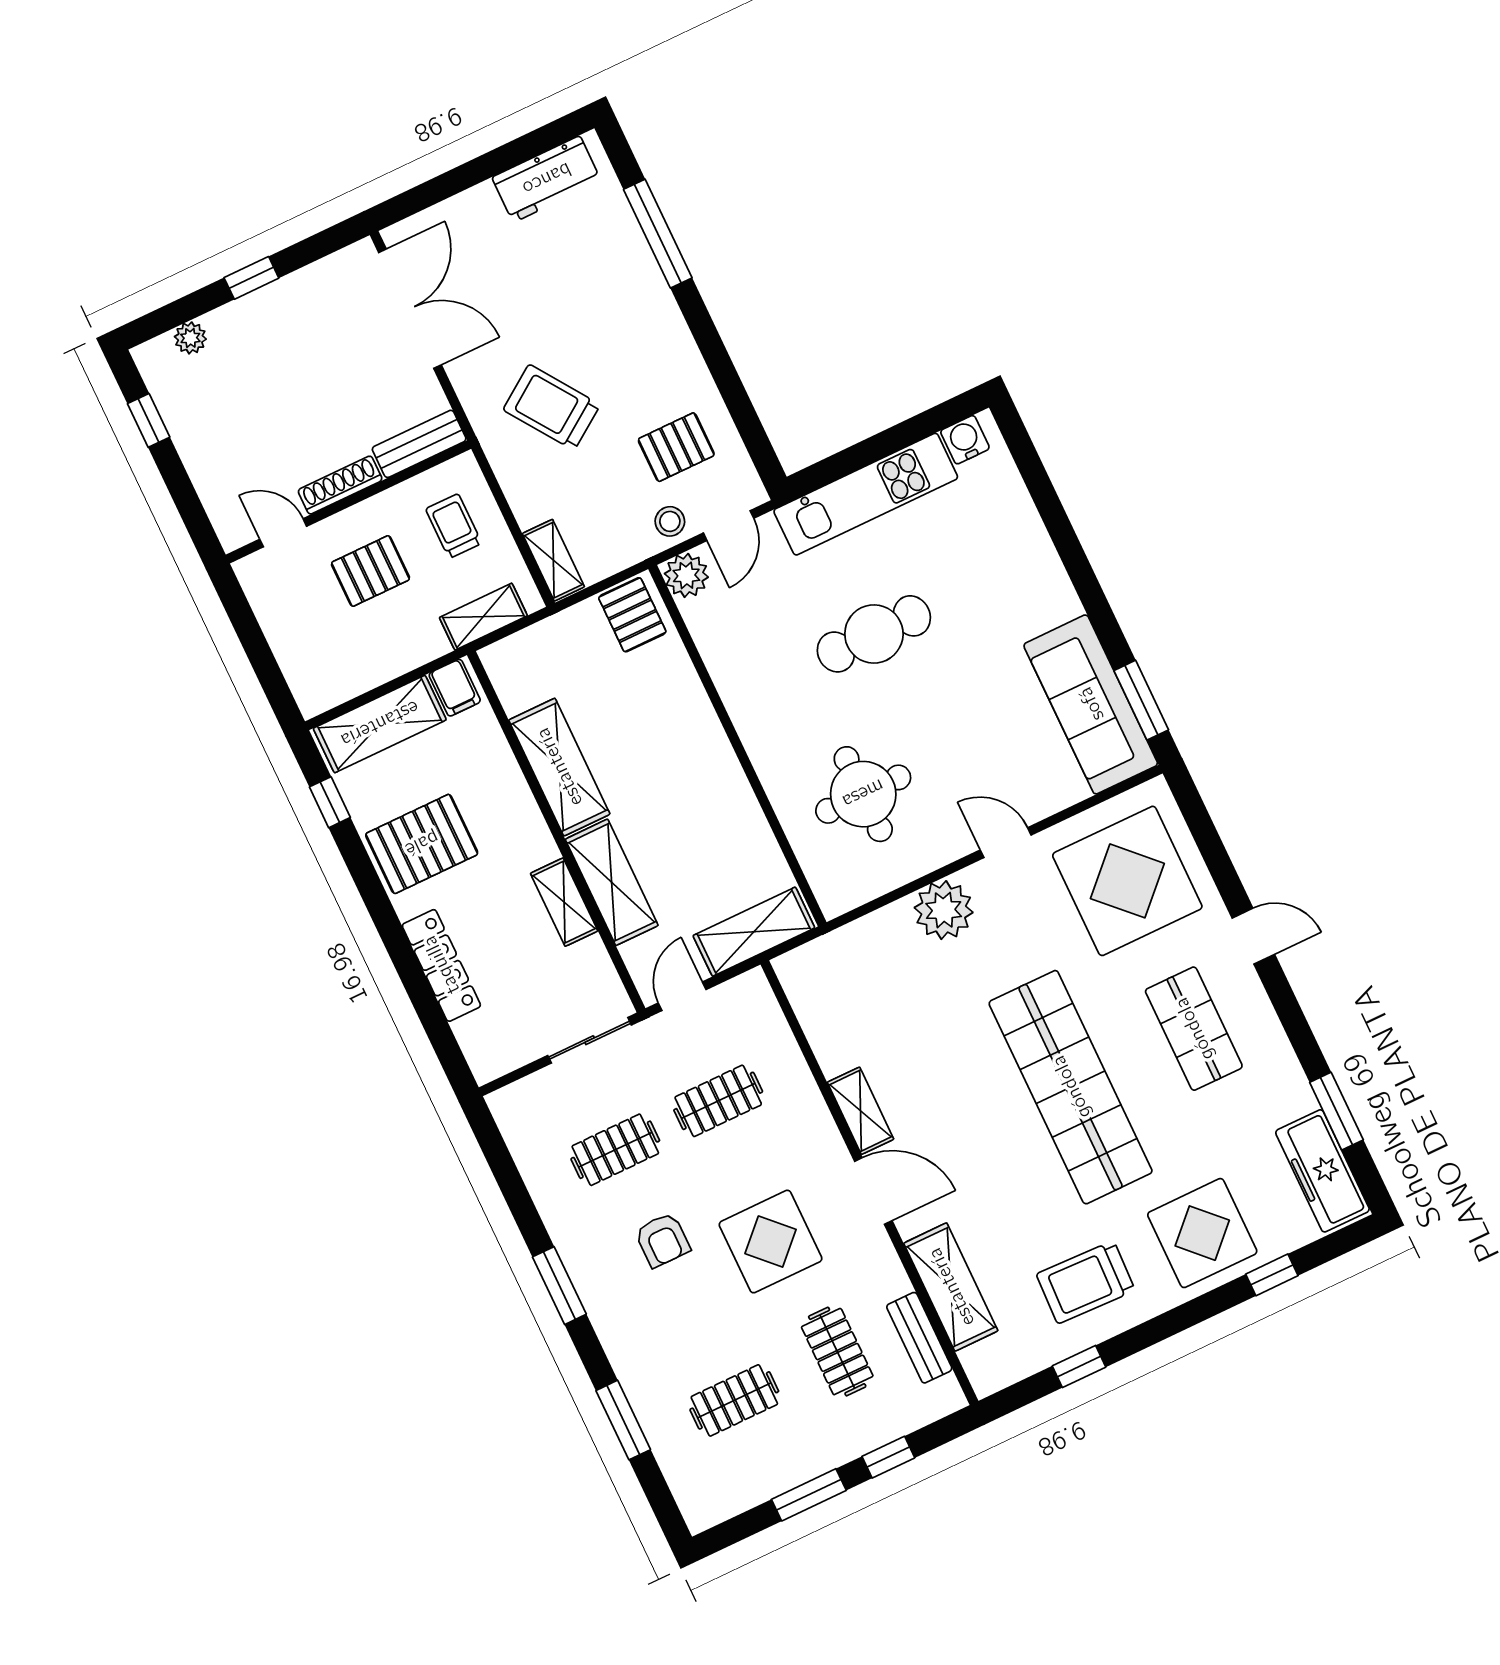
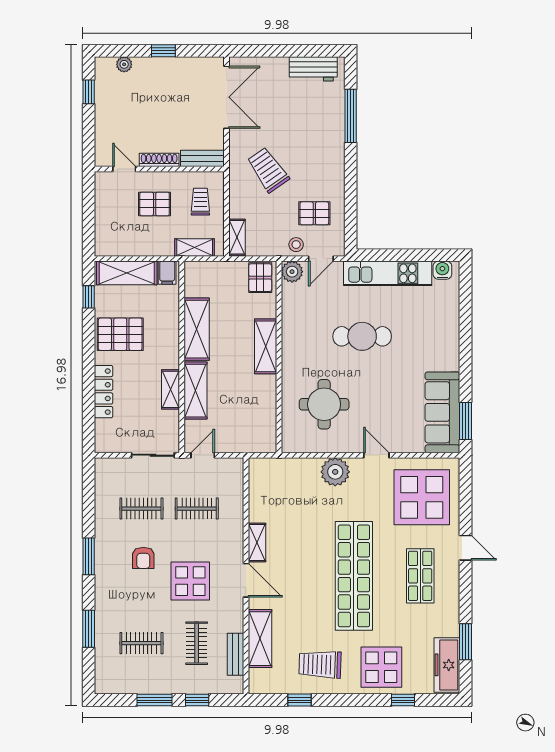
shelving: (754, 932) -> (266, 346), moved, turned 90

